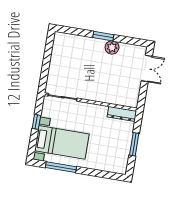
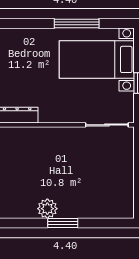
window: (61, 167) -> (77, 23), moved

